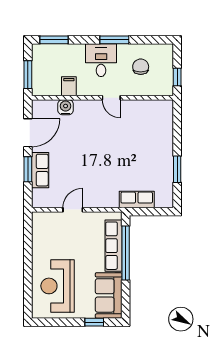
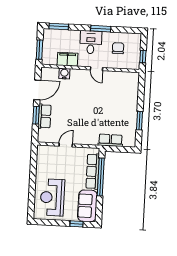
filing cabinet: (69, 86) -> (67, 59), width x2.00

